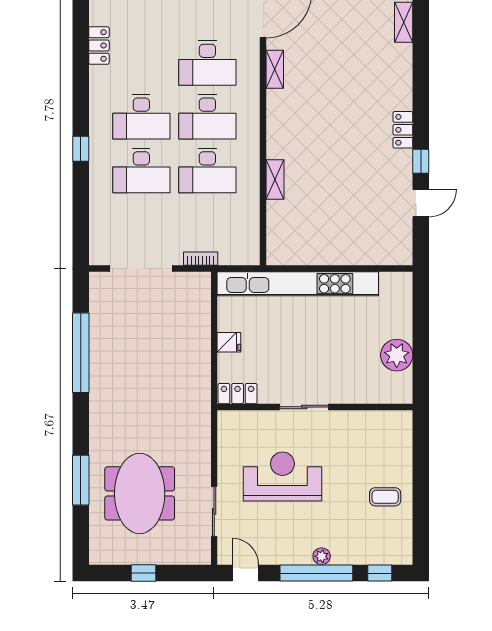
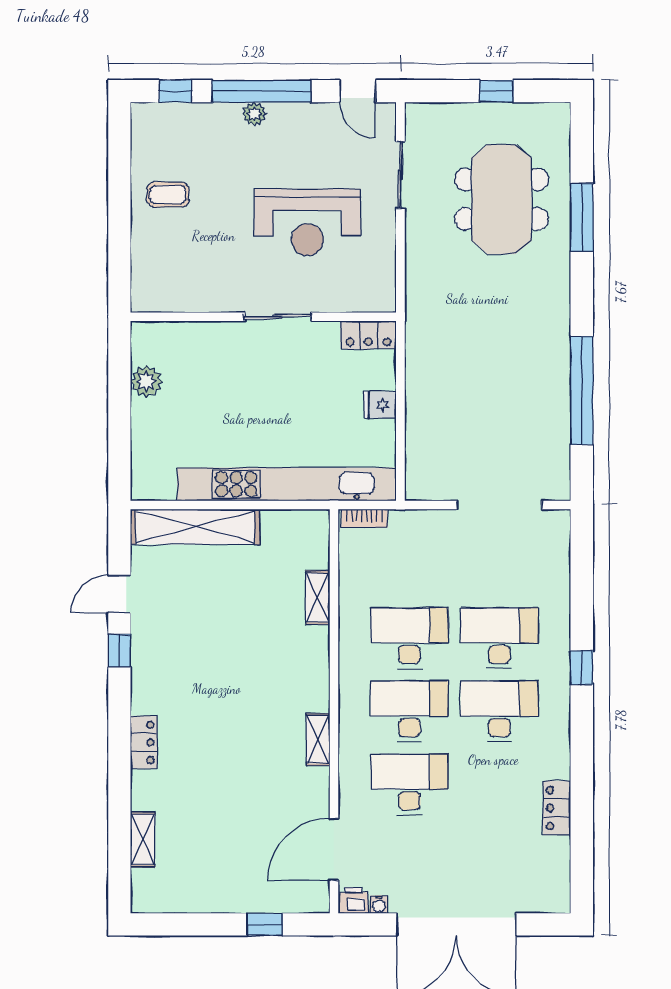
shelving: (275, 69) -> (318, 740), moved
locker: (403, 130) -> (144, 742), moved
shelving: (275, 180) -> (318, 598), moved
shelving: (365, 252) -> (195, 527), added
bookcase: (201, 259) -> (364, 518), moved
plant: (397, 355) -> (146, 381), width x0.73, depth x0.73

